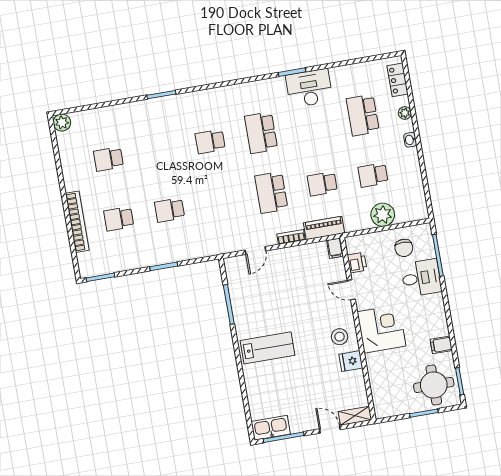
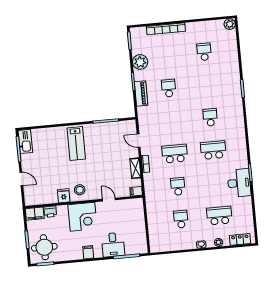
plant: (383, 215) -> (140, 62), moved
school desk: (119, 219) -> (166, 55), removed
piano: (324, 228) -> (141, 93), moved
chair: (404, 248) -> (133, 235), removed
printer: (357, 263) -> (50, 212), moved
door: (351, 290) -> (109, 200), hinge flipped
filing cabinet: (441, 345) -> (88, 252), moved
filing cabinet: (382, 404) -> (35, 214), added
shelving: (355, 416) -> (135, 168), moved
door: (330, 429) -> (21, 179), hinge flipped

